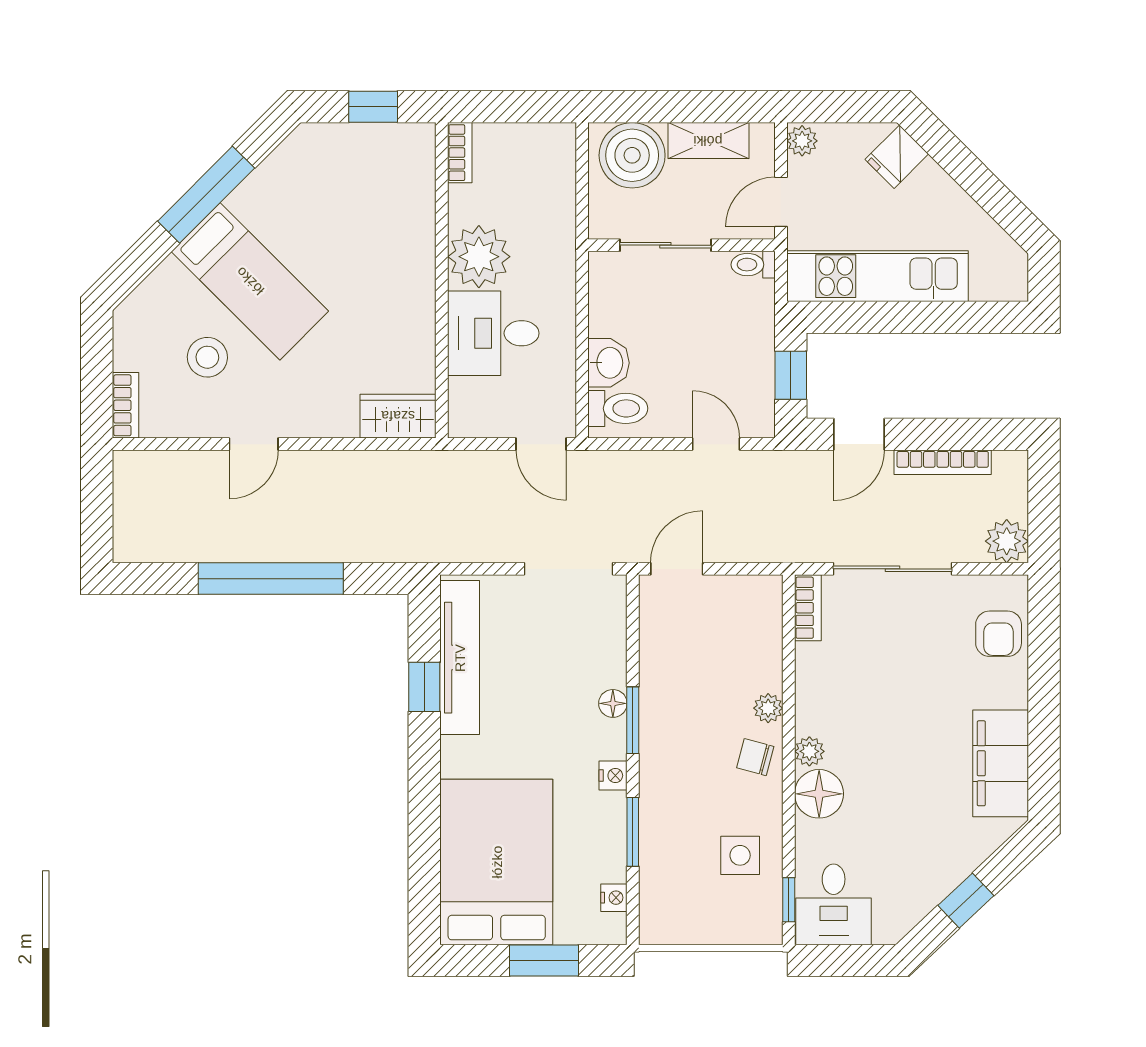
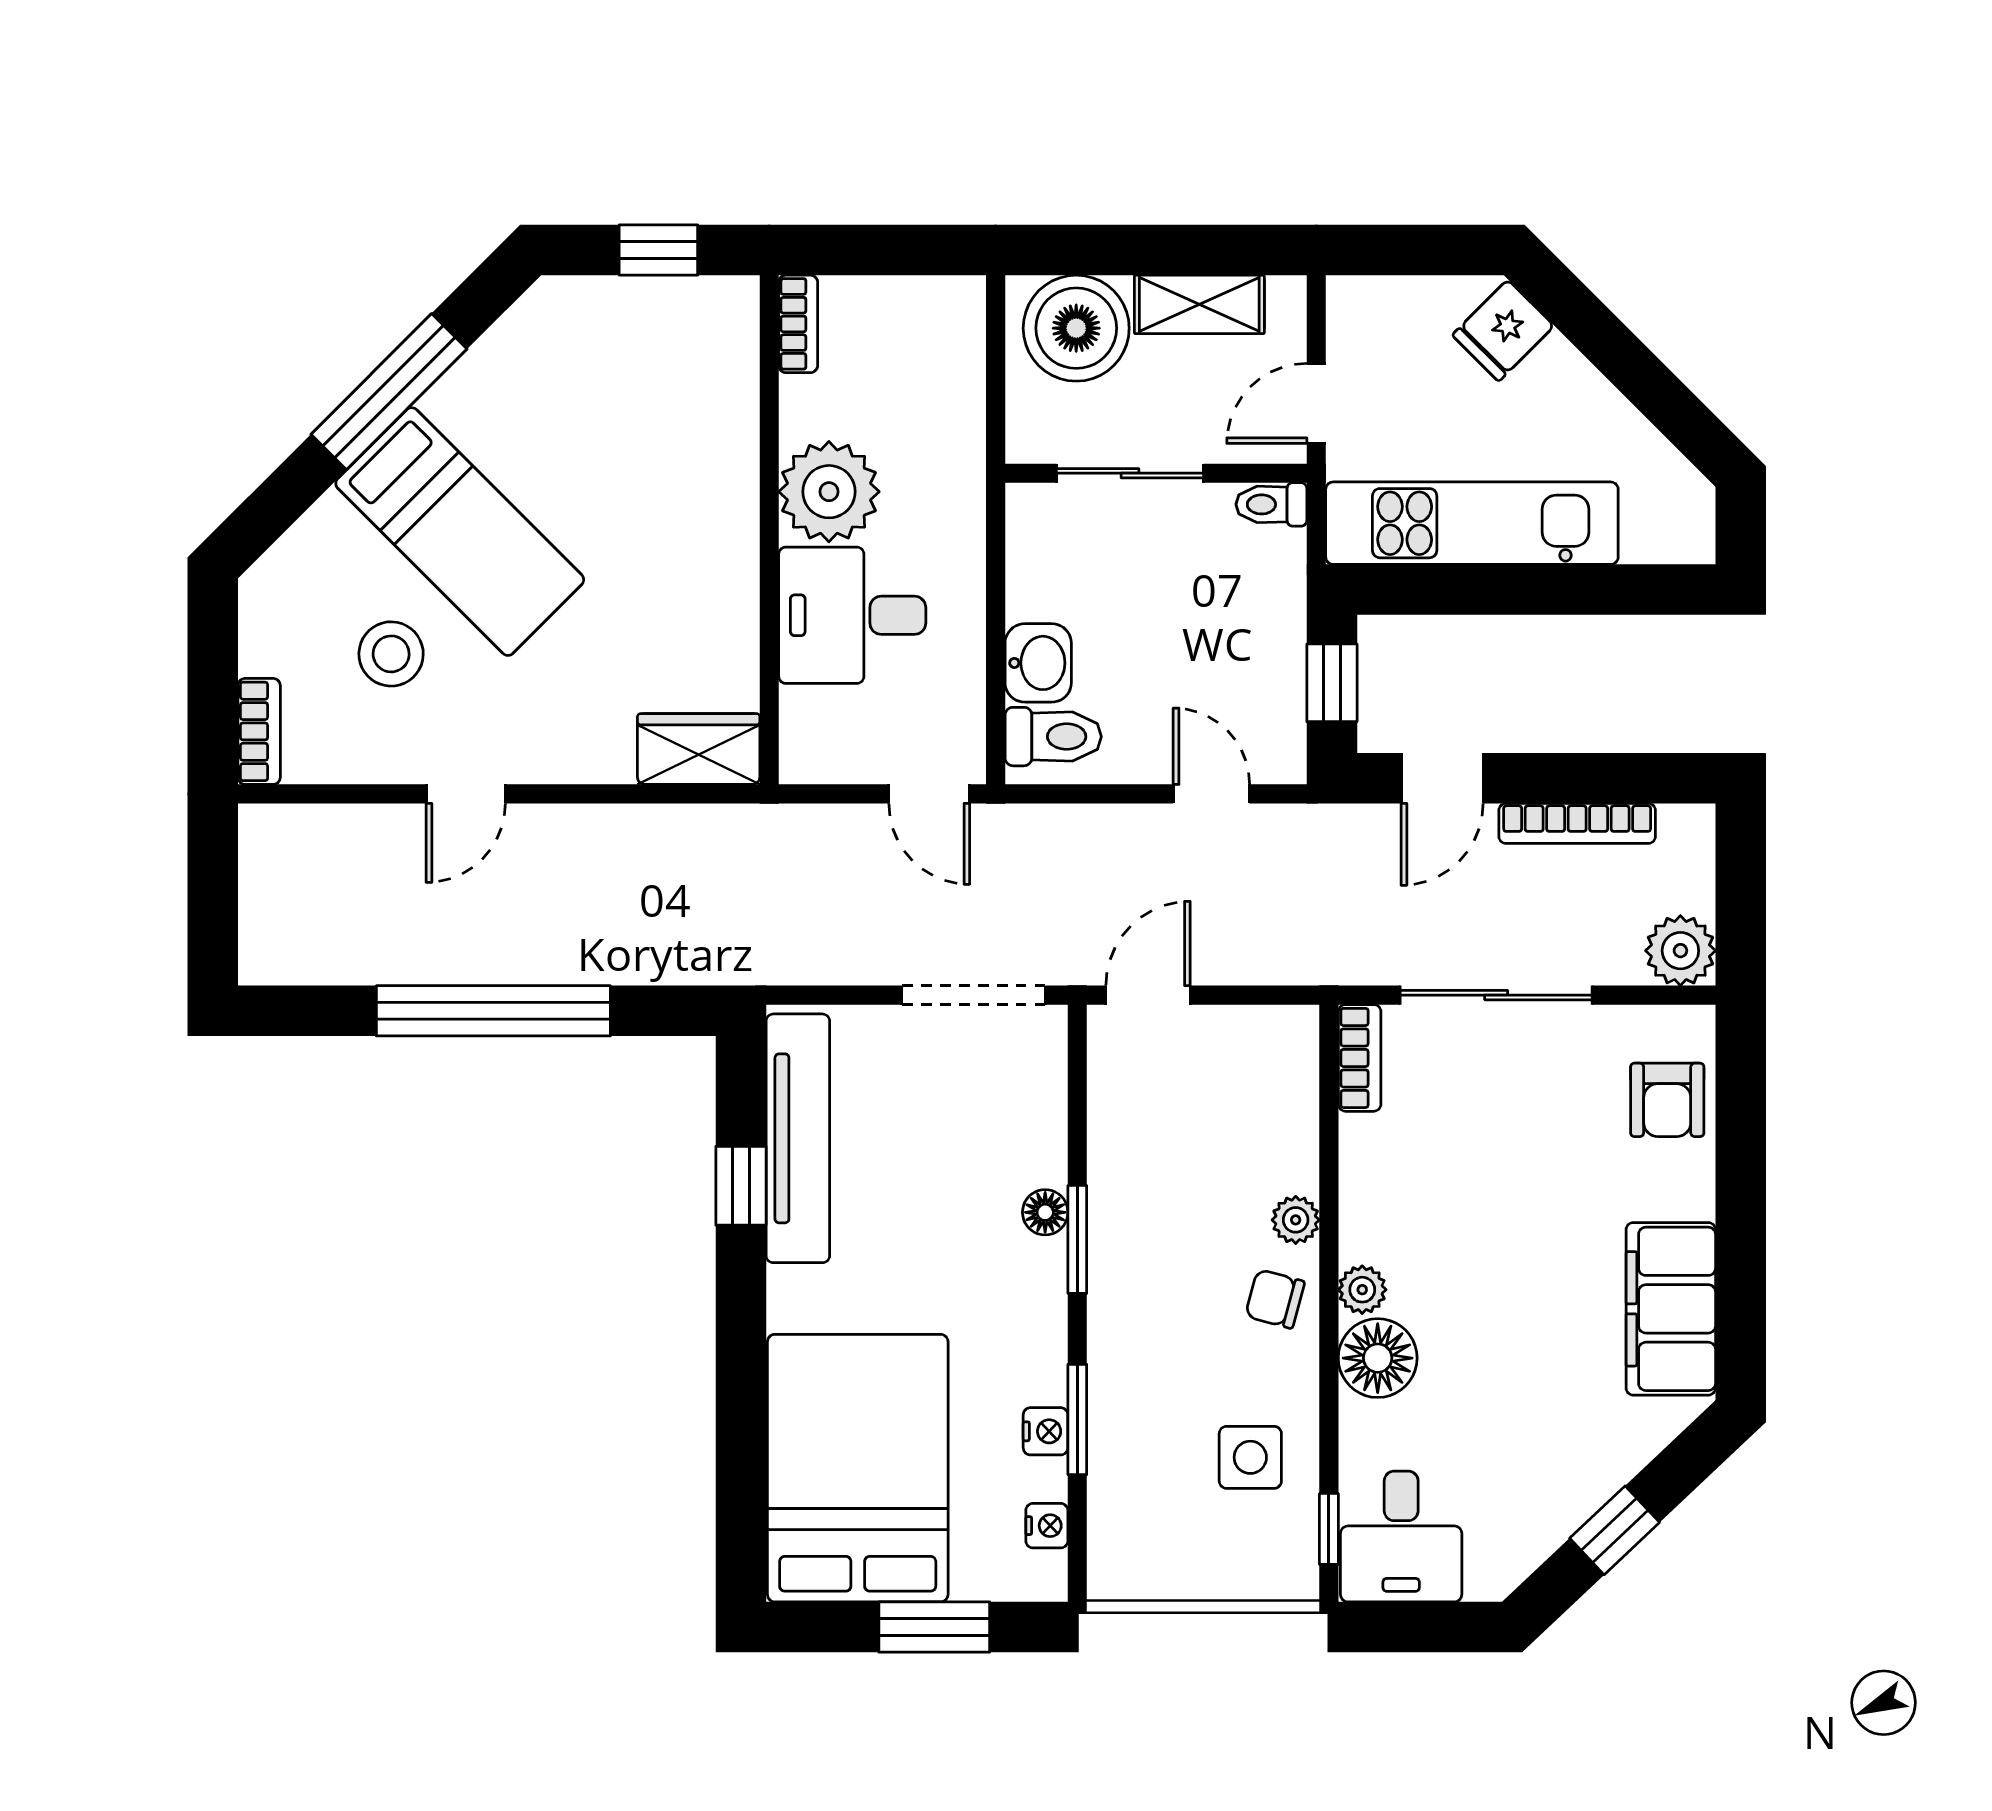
plant: (802, 141) -> (1350, 305), removed
nightstand: (613, 776) -> (1046, 1431), moved

